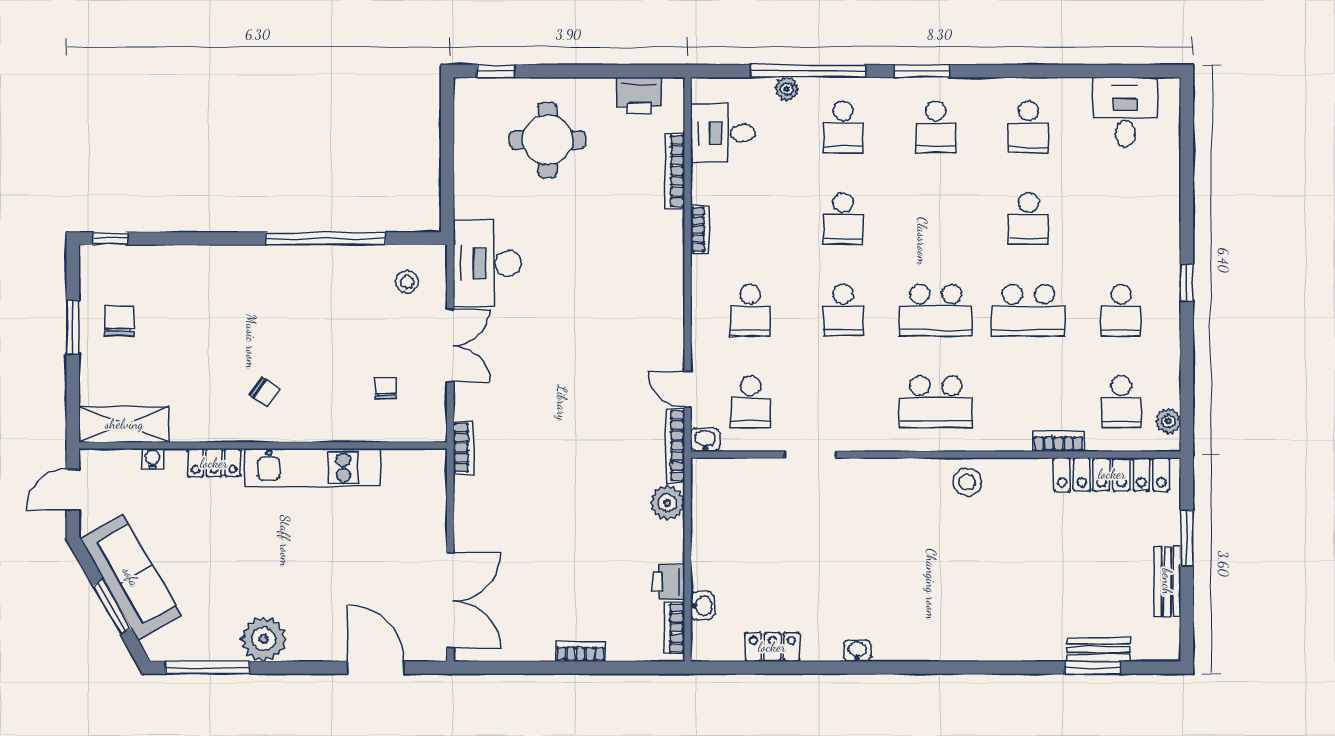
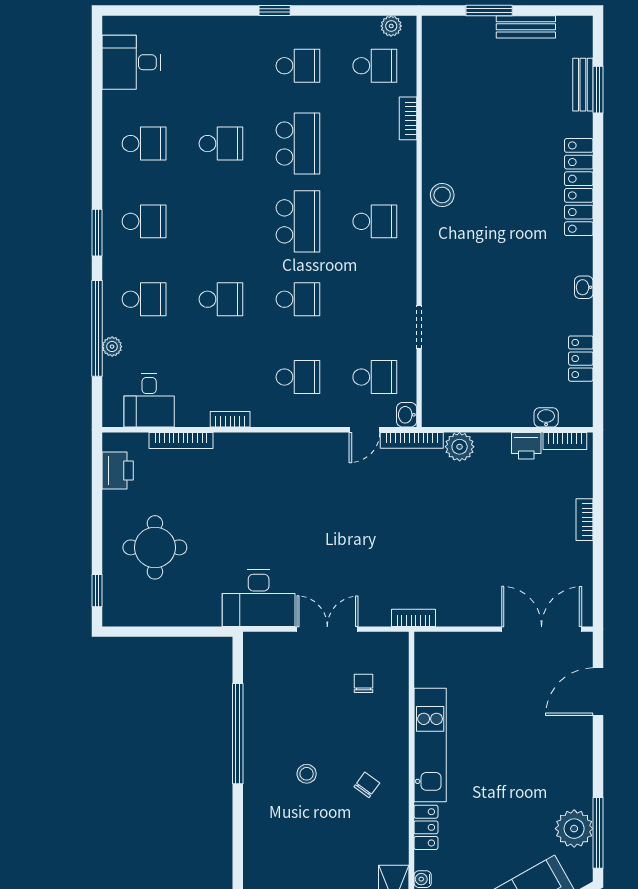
stool: (407, 282) -> (307, 774), moved
chair: (386, 388) -> (364, 683), turned 90
school desk: (936, 402) -> (375, 221), width x0.54
locker: (1112, 474) -> (579, 187), moved, turned 180
plant: (264, 639) -> (574, 829), moved

